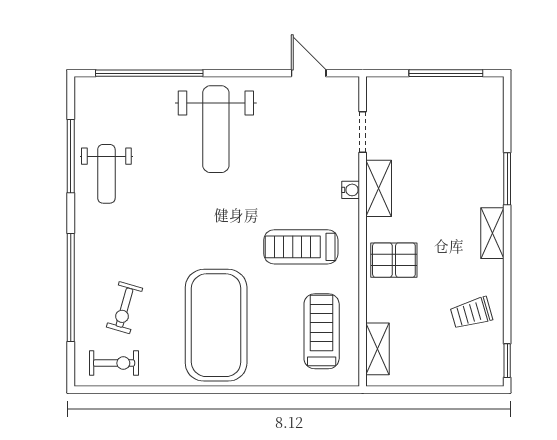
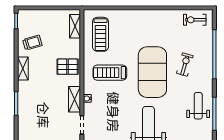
shelving: (492, 233) -> (23, 68), moved
treadmill: (301, 247) -> (110, 73), turned 180
exercise bike: (124, 308) -> (185, 64), moved
exercise mat: (216, 325) -> (152, 72), moved

